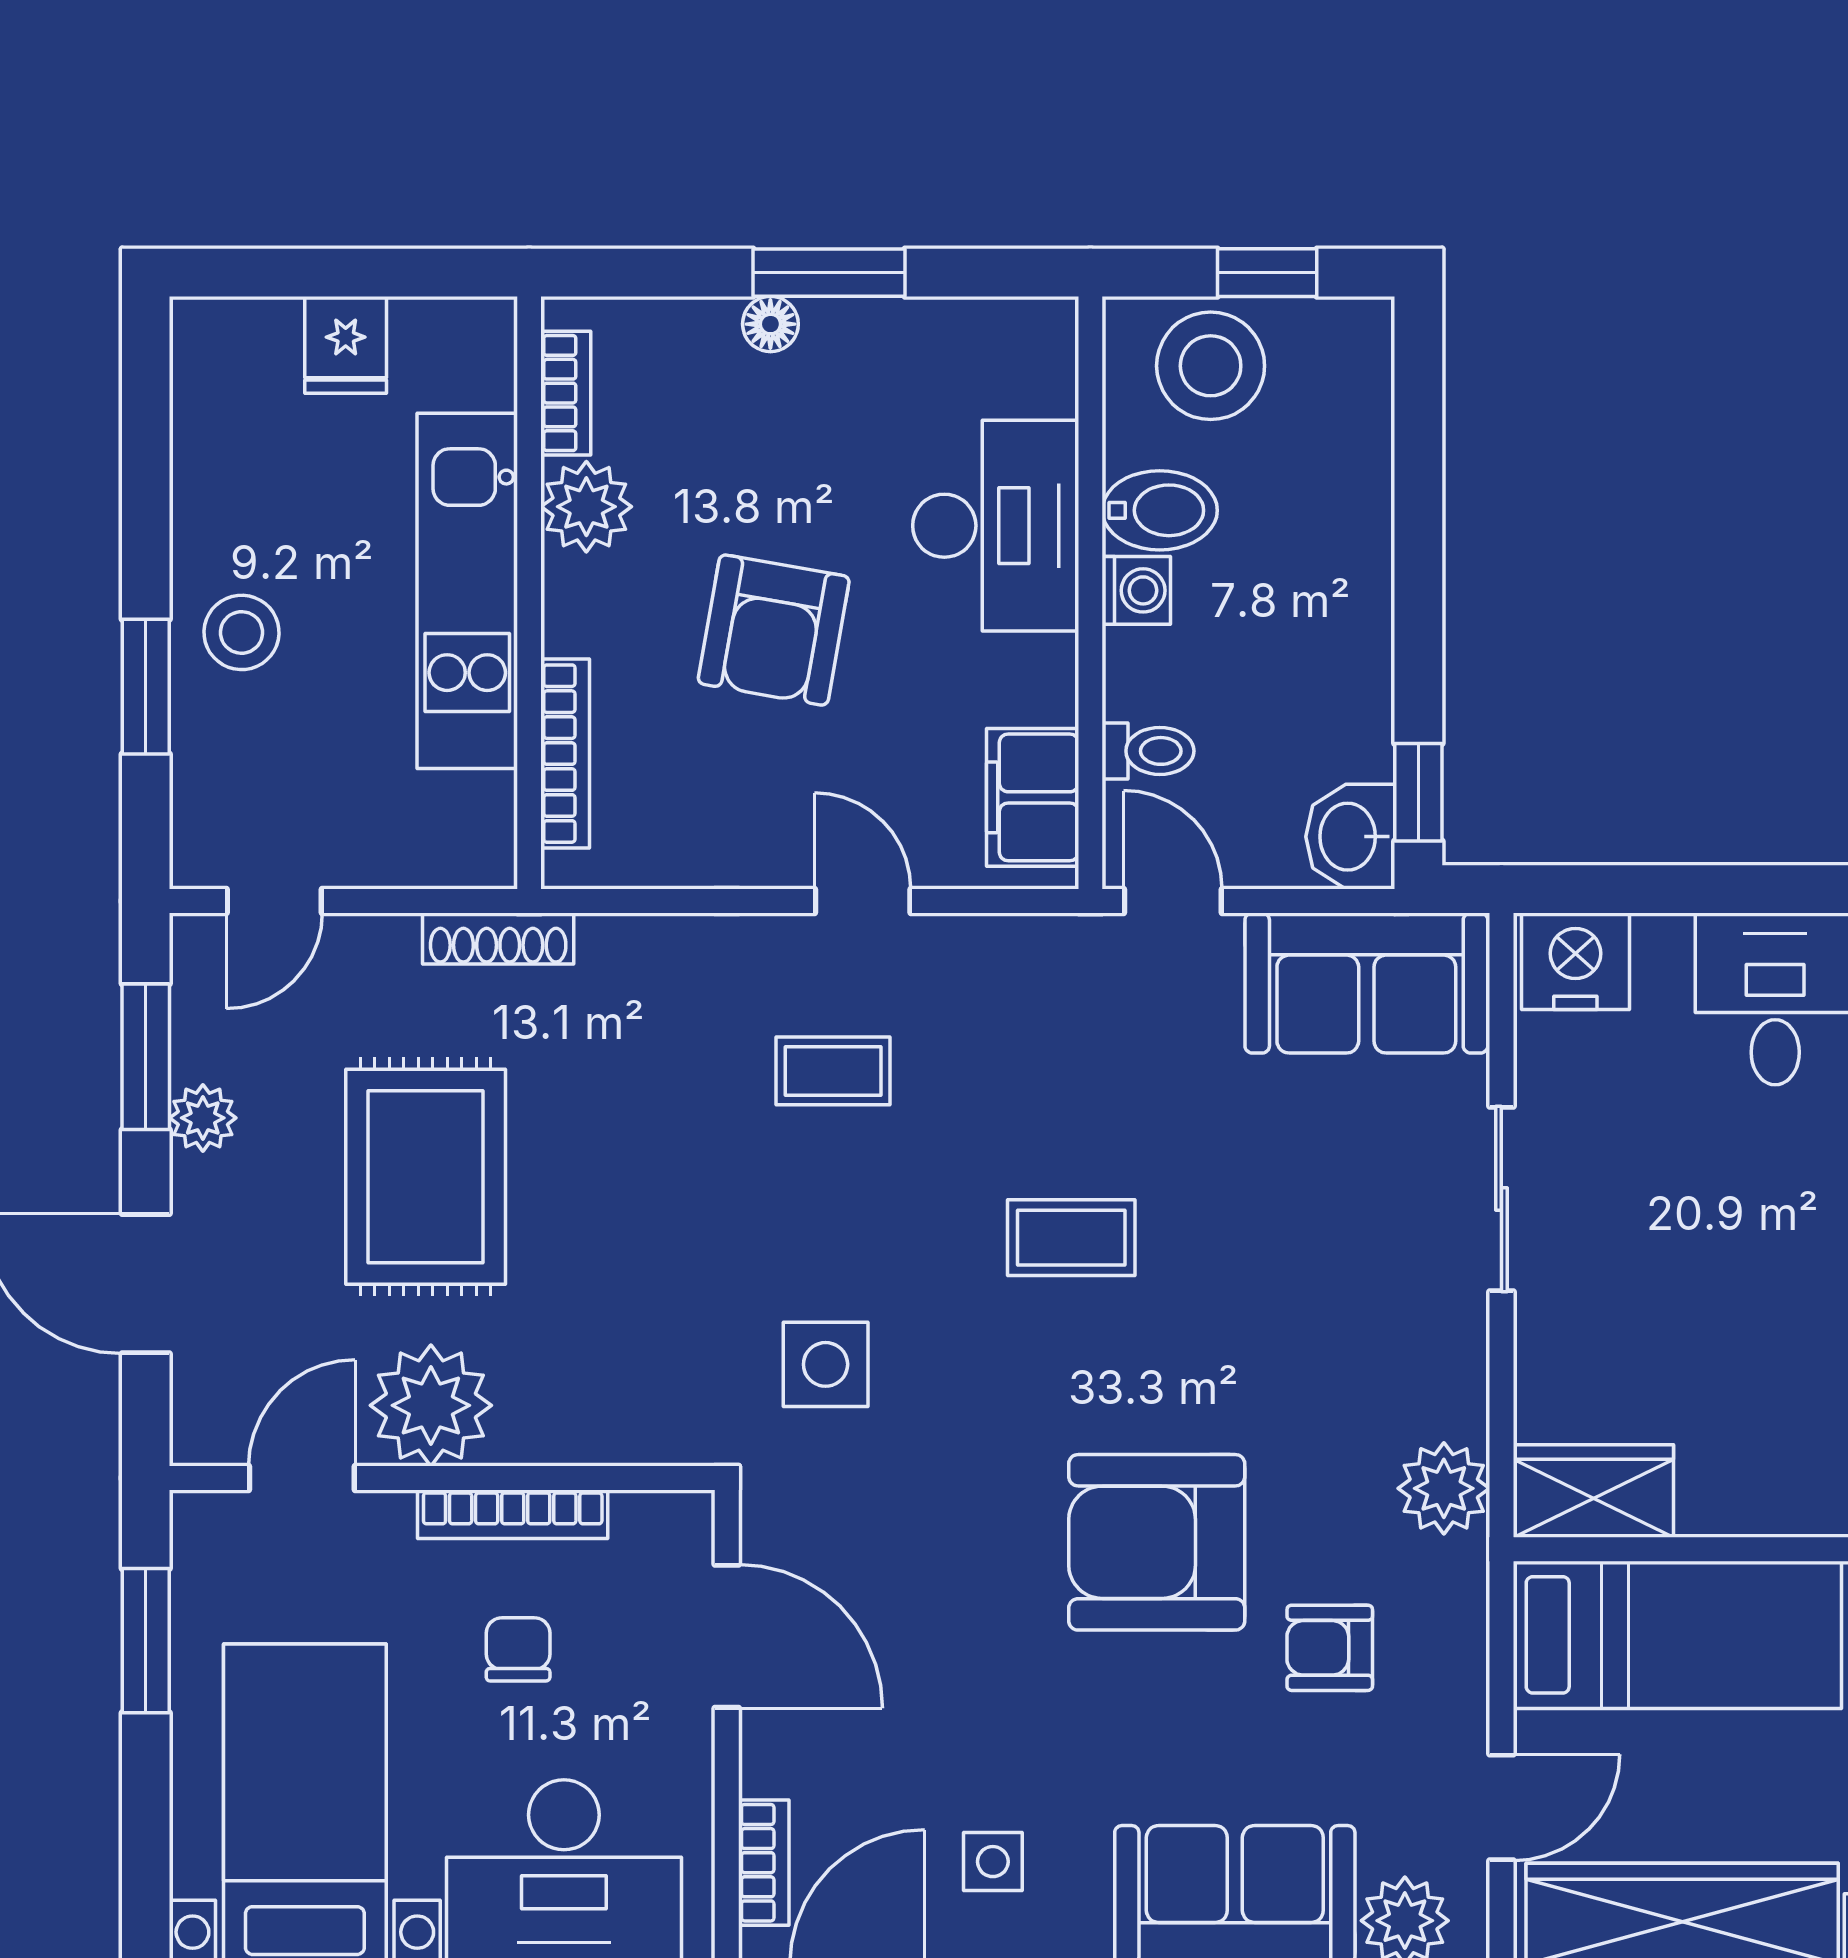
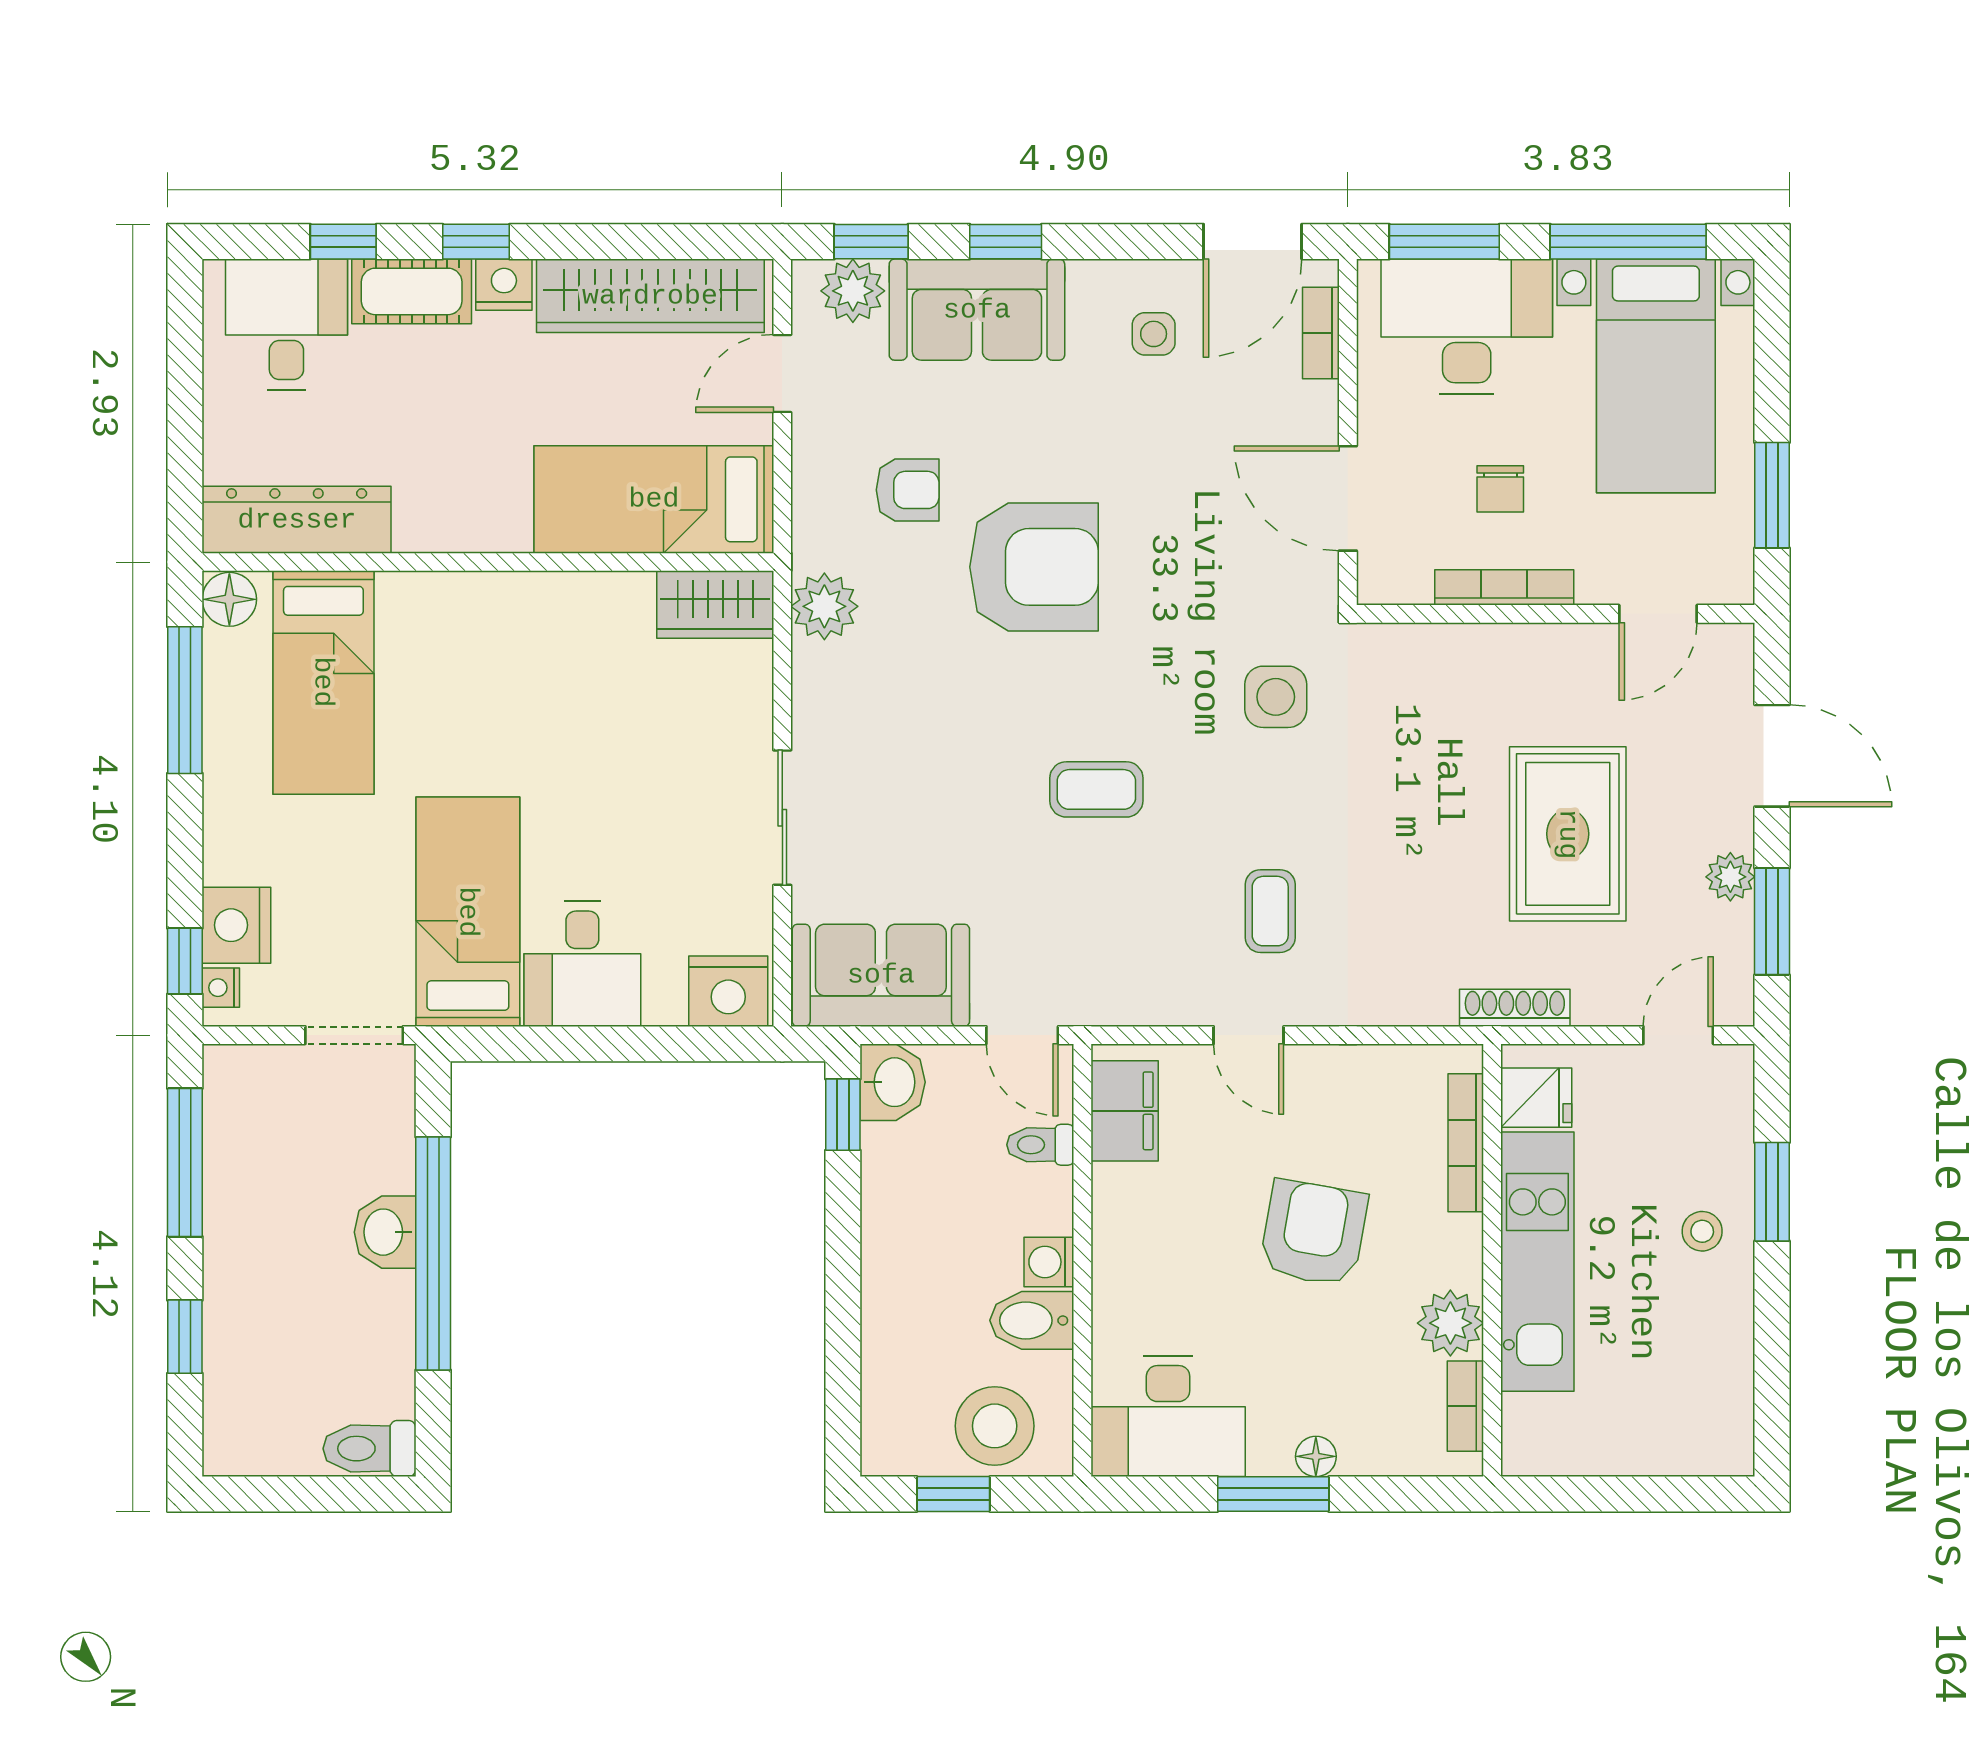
fridge: (346, 345) -> (1536, 1098), moved, turned 90
desk: (996, 526) -> (1168, 1416), moved, turned -90
stool: (242, 632) -> (1702, 1231), width x0.73, depth x0.73
coffee table: (833, 1071) -> (1270, 911), turned 90
plant: (431, 1405) -> (1564, 667), removed

